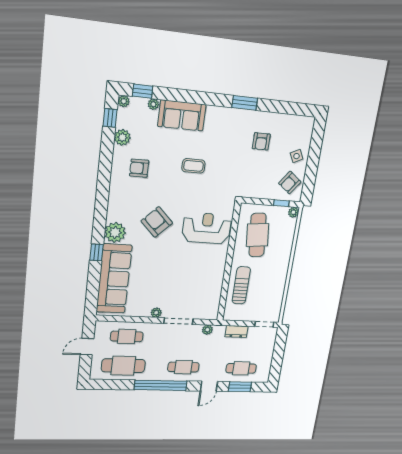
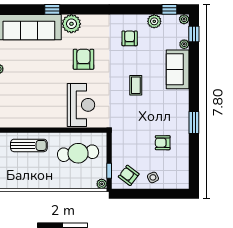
armchair: (157, 222) -> (83, 59), turned -45

